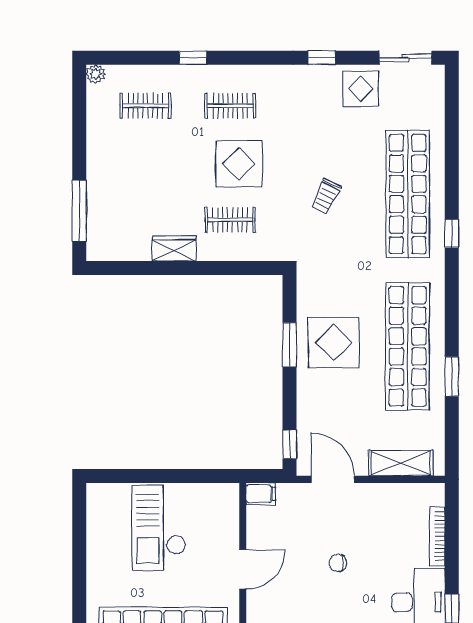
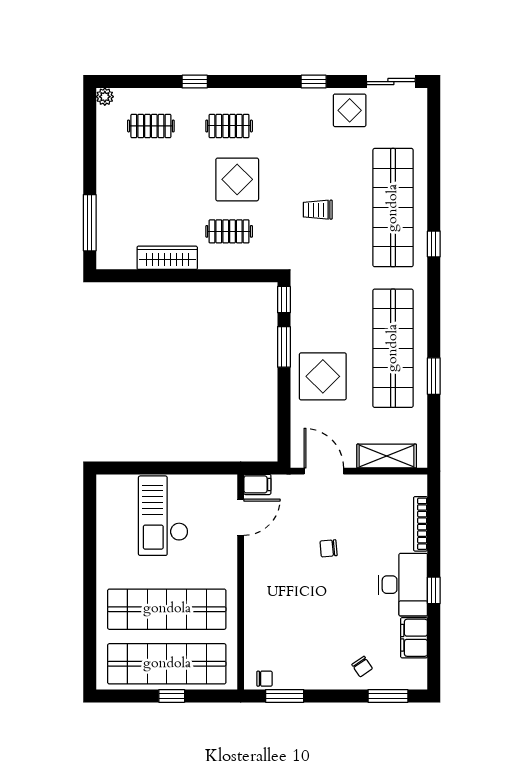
trolley: (326, 196) -> (318, 210), turned 65
wardrobe: (174, 248) -> (167, 258), width x1.50
display table: (334, 343) -> (323, 376), moved
window: (290, 444) -> (284, 300), moved
door: (243, 569) -> (241, 517), moved

